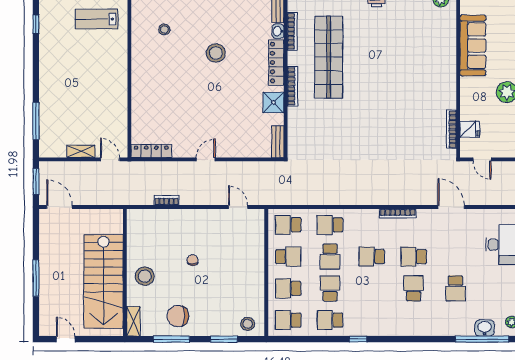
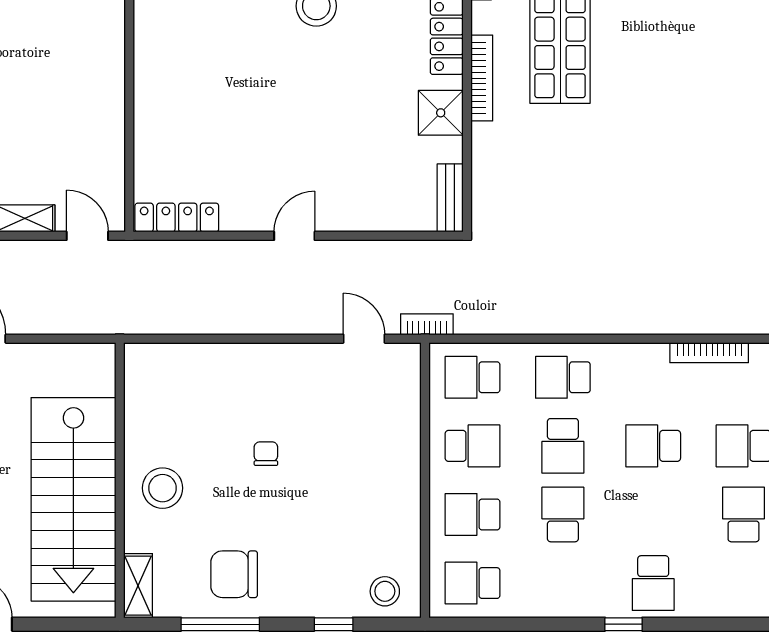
bookcase: (166, 200) -> (427, 324), moved
school desk: (330, 320) -> (653, 583), moved, turned -90
window: (224, 339) -> (334, 624), width x0.67

